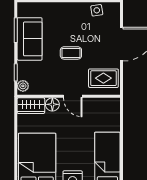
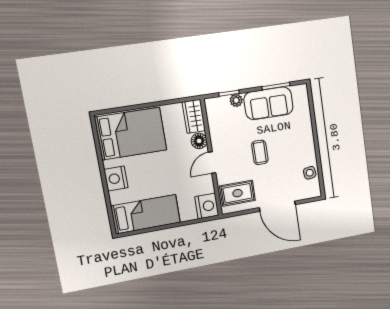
rug: (103, 78) -> (238, 193), turned 90
plant: (23, 86) -> (236, 100), moved
nightstand: (110, 107) -> (207, 206), added

